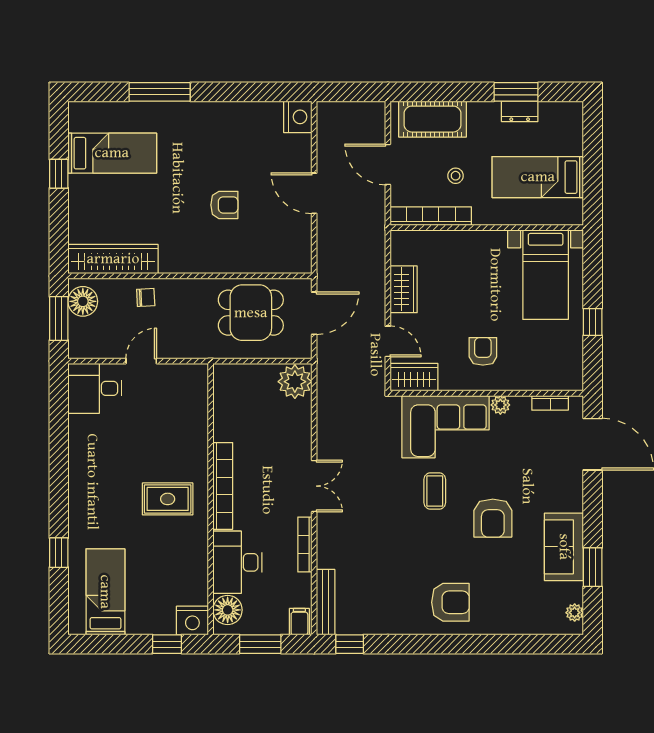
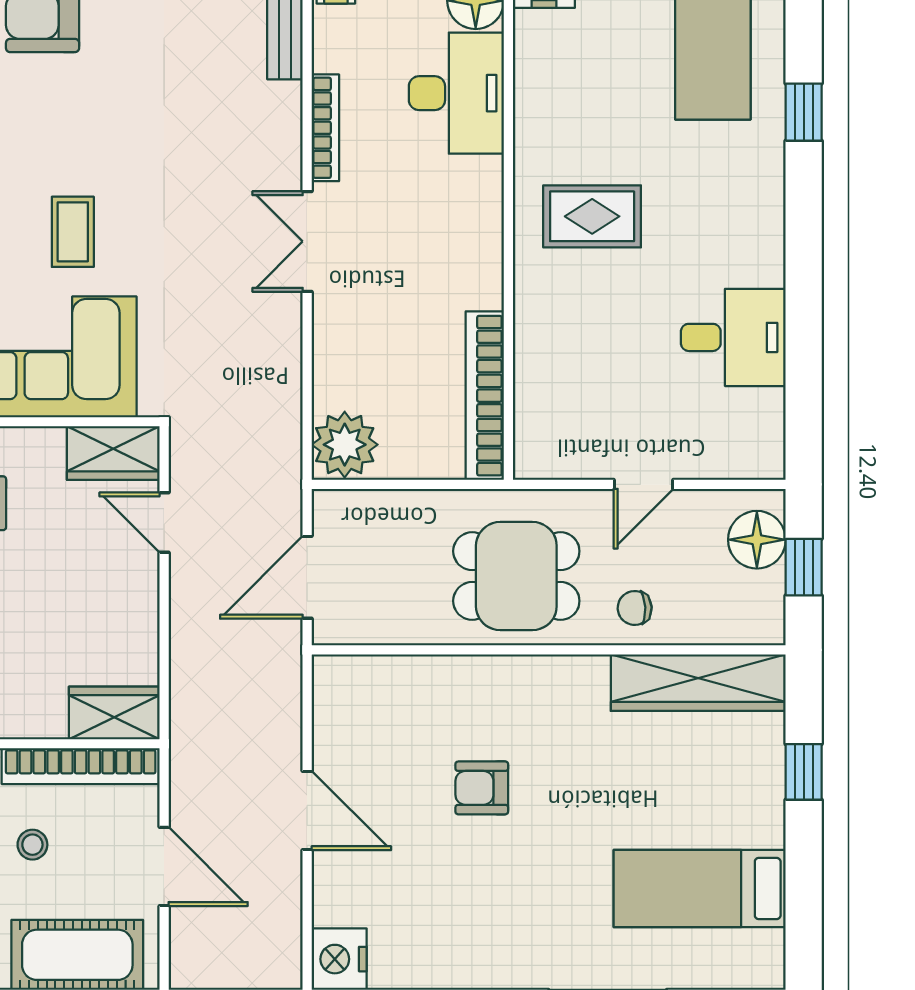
window: (59, 174) -> (804, 772), moved
wardrobe: (404, 289) -> (114, 713), moved, turned 90
floor lamp: (83, 301) -> (757, 540), moved
dining table: (251, 313) -> (516, 576), moved
window: (59, 318) -> (804, 567), width x0.67
desk: (95, 388) -> (733, 337), moved
bookcase: (223, 486) -> (485, 396), moved

